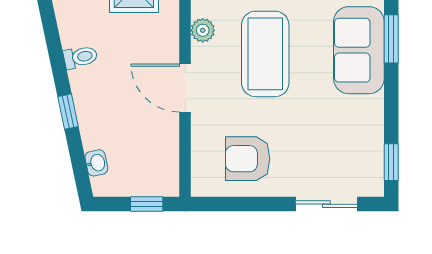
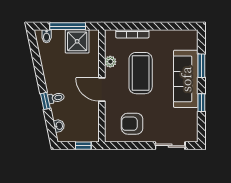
sofa: (359, 50) -> (186, 79), width x1.36
toilet: (80, 57) -> (56, 98), moved
window: (391, 162) -> (201, 103), moved

